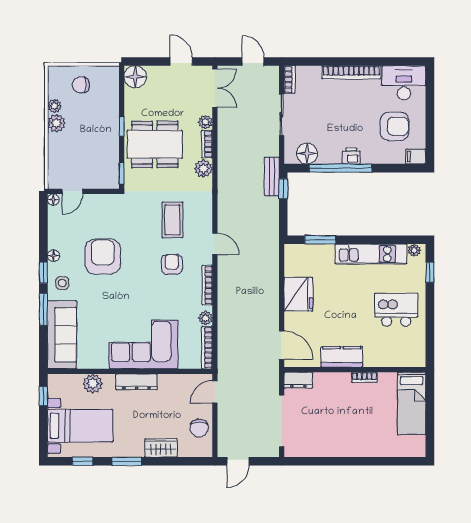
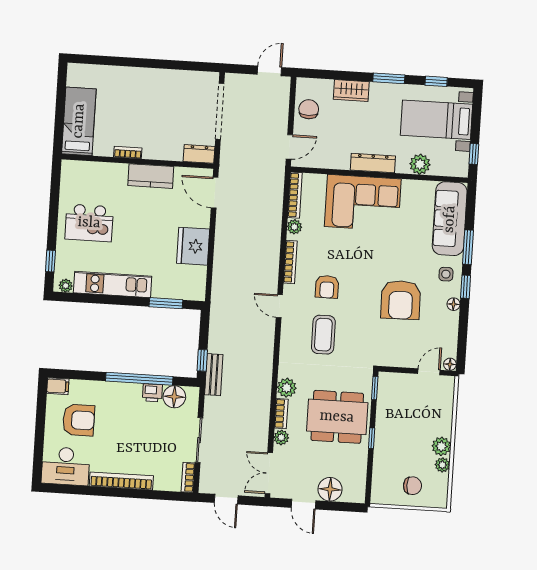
floor lamp: (135, 77) -> (330, 489), moved
armchair: (395, 126) -> (79, 420), turned 180
printer: (351, 156) -> (152, 393), moved

